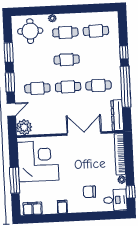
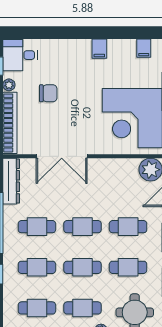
cafe table: (97, 58) -> (37, 267), added
cafe table: (36, 61) -> (128, 267), added
chair: (89, 192) -> (48, 93), moved
filing cabinet: (33, 208) -> (144, 48), width x0.50

